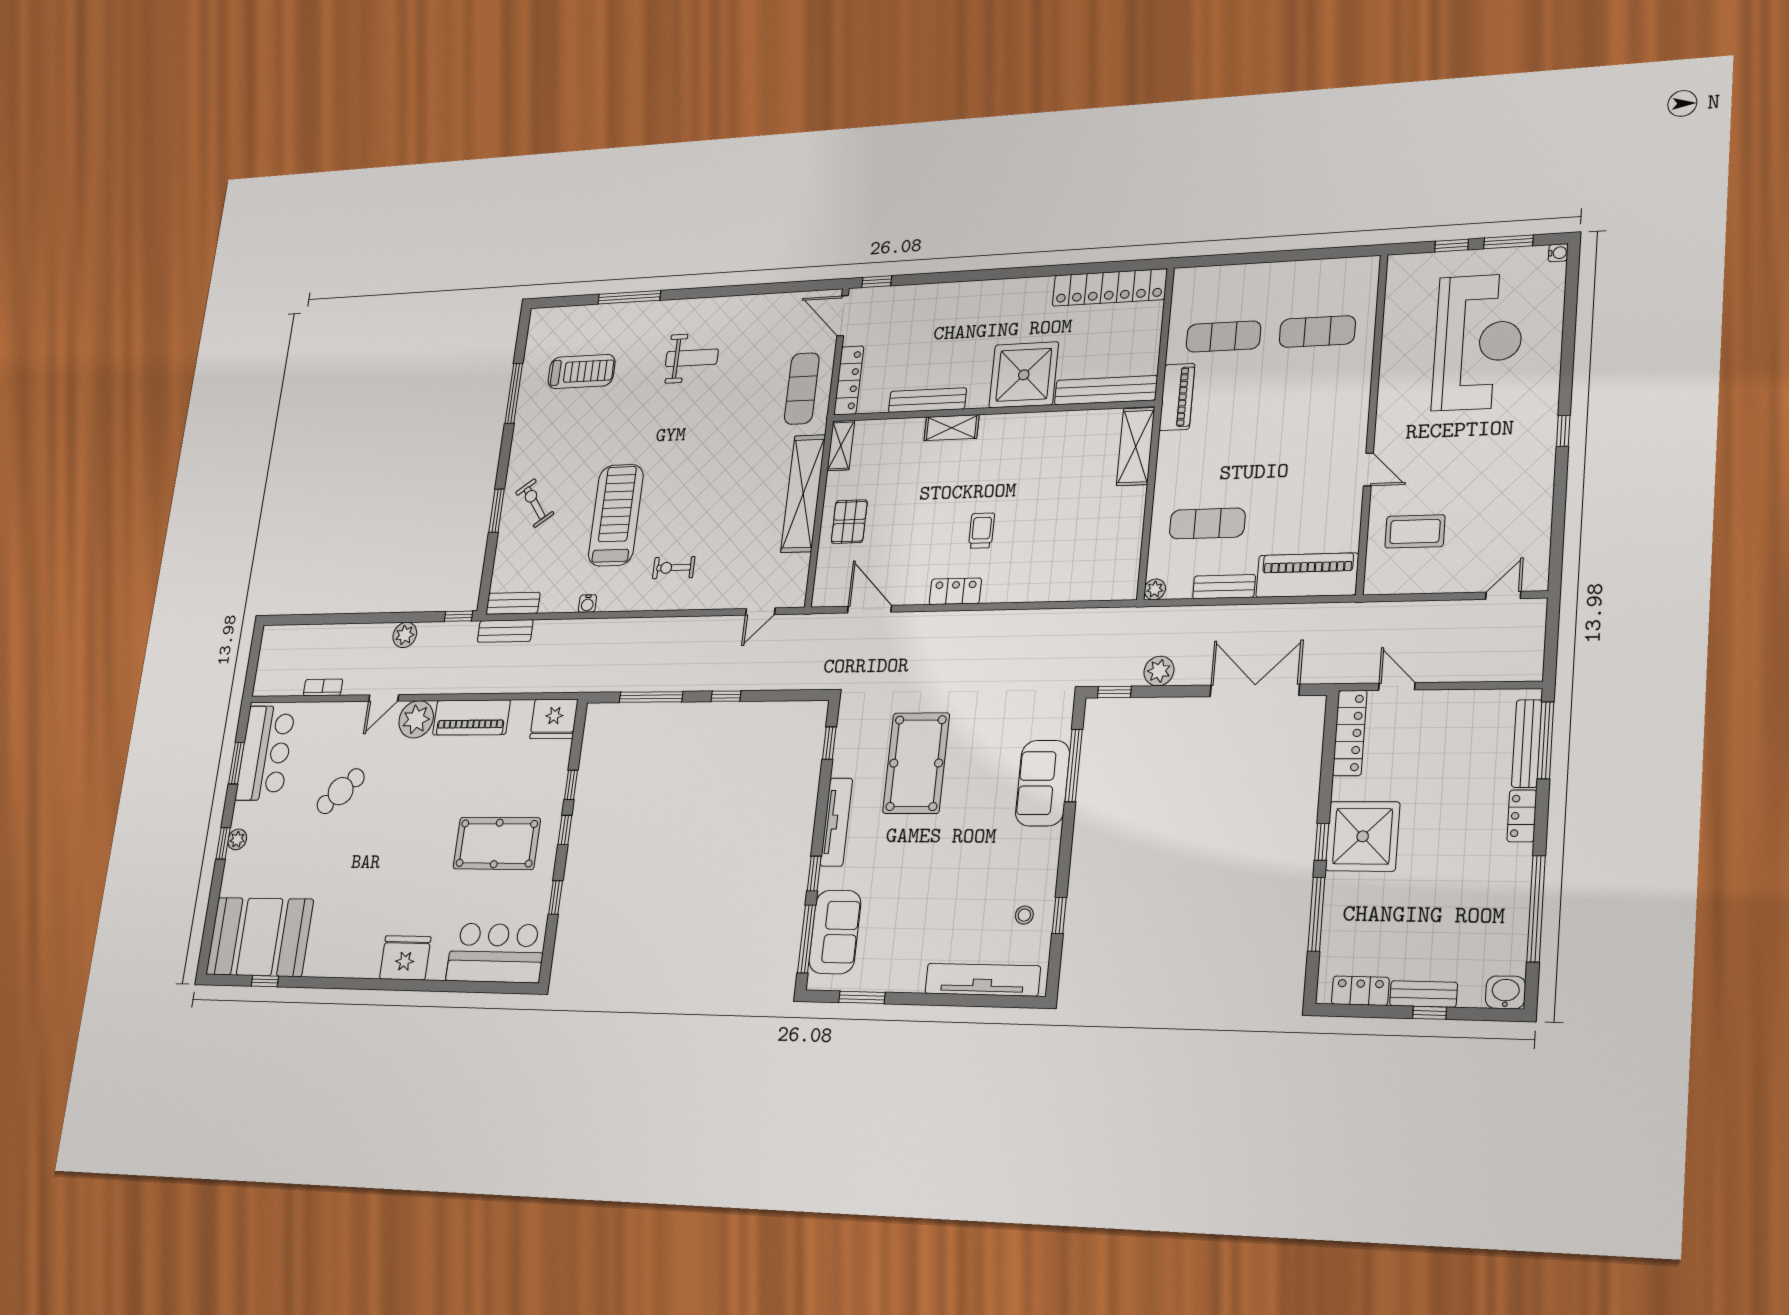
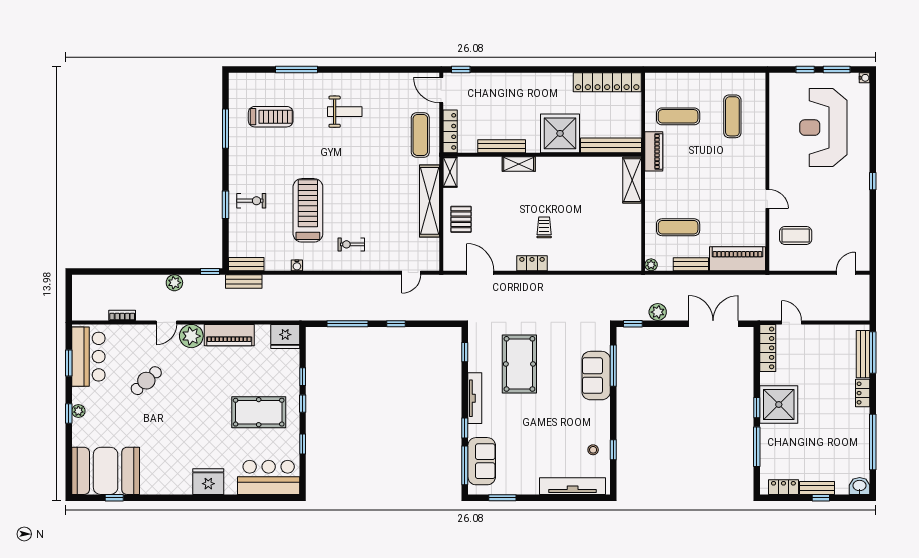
exercise mat: (1317, 331) -> (732, 116), turned 90
reception desk: (1478, 342) -> (823, 128), turned 180
exercise bike: (535, 503) -> (251, 201), turned 126

